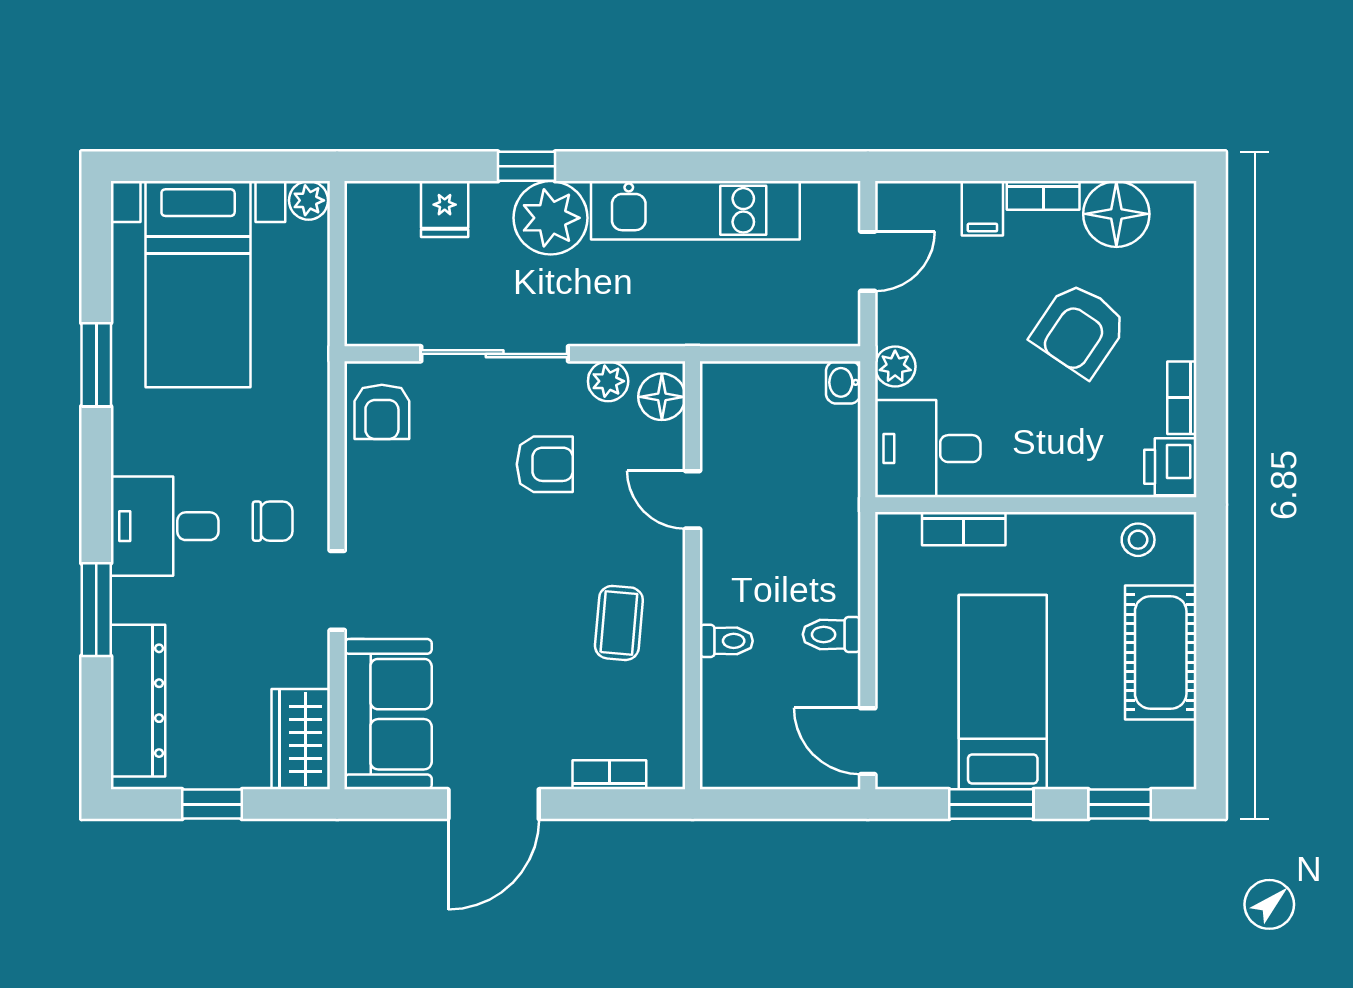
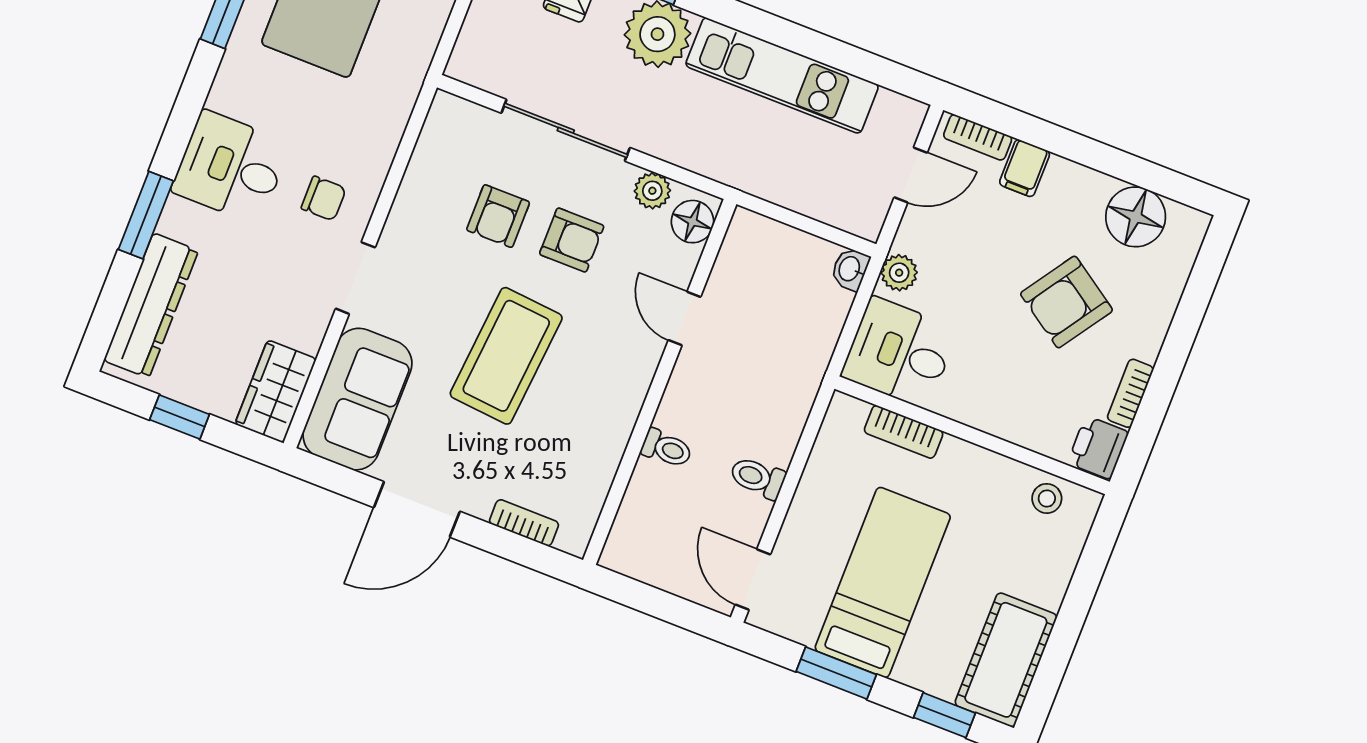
bookcase: (1043, 195) -> (978, 137), moved
armchair: (382, 412) -> (498, 216), moved
coffee table: (619, 623) -> (506, 356), moved, width x1.86, depth x1.72
cot: (1161, 652) -> (1006, 660), moved

